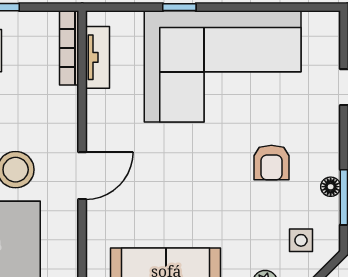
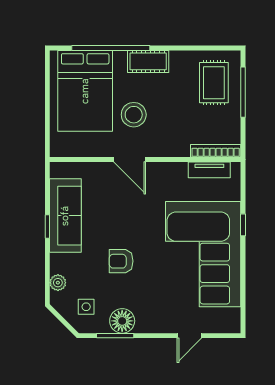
armchair: (271, 162) -> (121, 261), moved
floor lamp: (331, 187) -> (122, 321), width x1.89, depth x1.89

